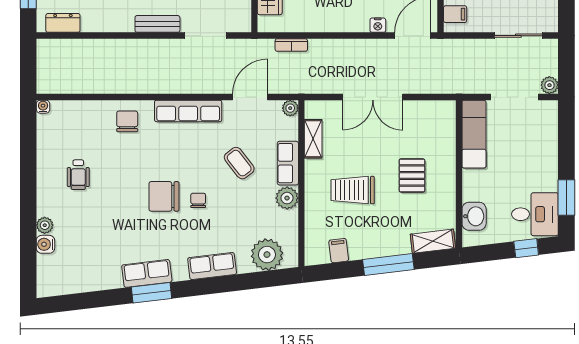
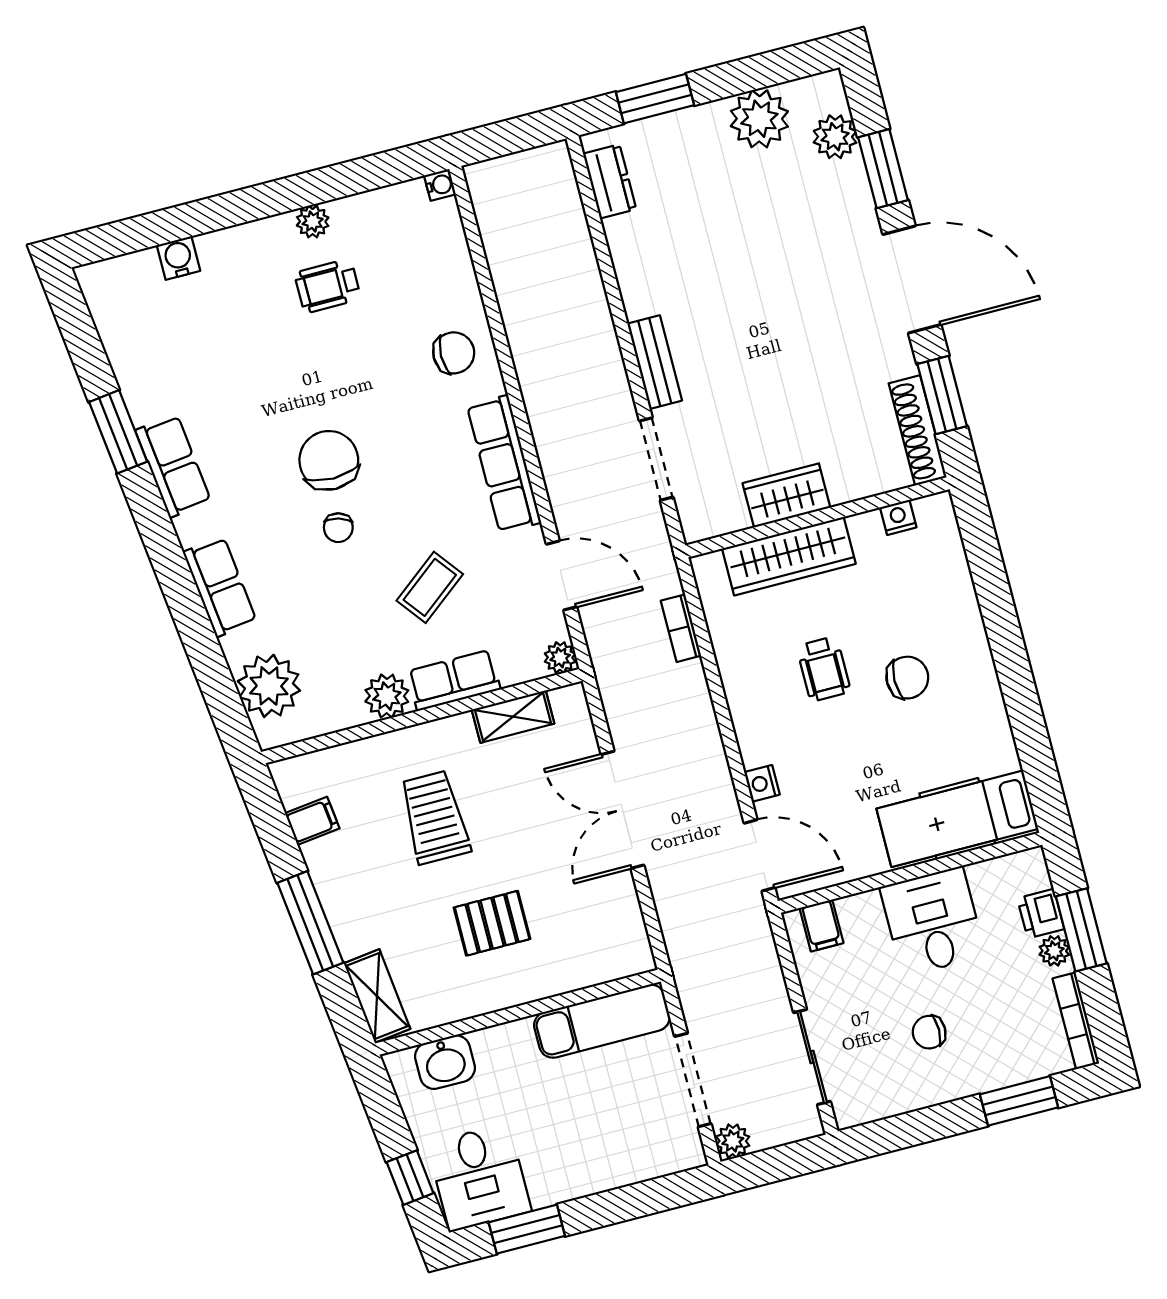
chair: (198, 200) -> (338, 528), turned 106
plant: (45, 225) -> (313, 222), moved
window: (151, 293) -> (118, 432), moved

